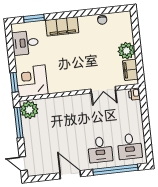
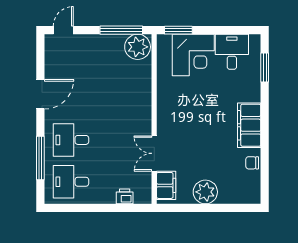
filing cabinet: (62, 26) -> (249, 125), moved
filing cabinet: (130, 70) -> (166, 185), moved, turned 90
corner desk: (32, 81) -> (193, 55), moved, turned 90
printer: (134, 94) -> (125, 196), moved
window: (115, 170) -> (40, 158), width x0.68

